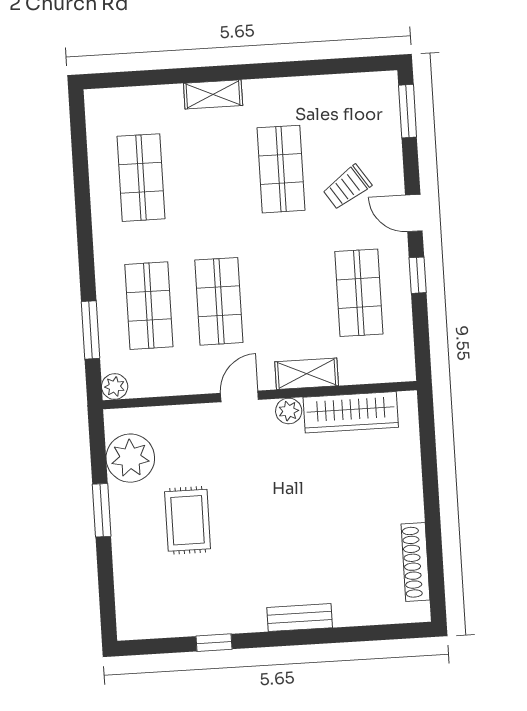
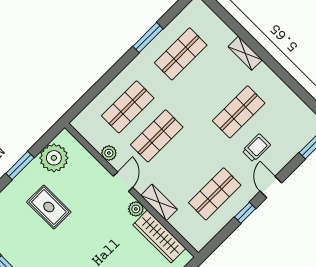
trolley: (347, 187) -> (256, 148), turned 124
window: (91, 330) -> (148, 38), moved
plant: (115, 386) -> (109, 153), moved
door: (239, 396) -> (123, 182), hinge flipped
rug: (188, 520) -> (49, 207), turned 90

